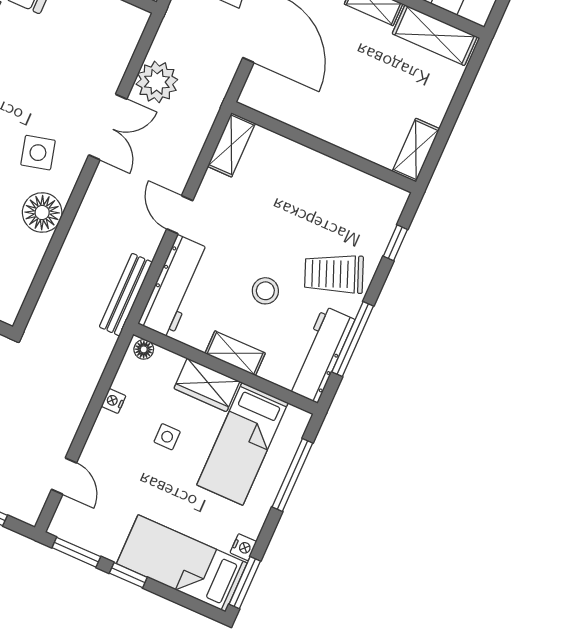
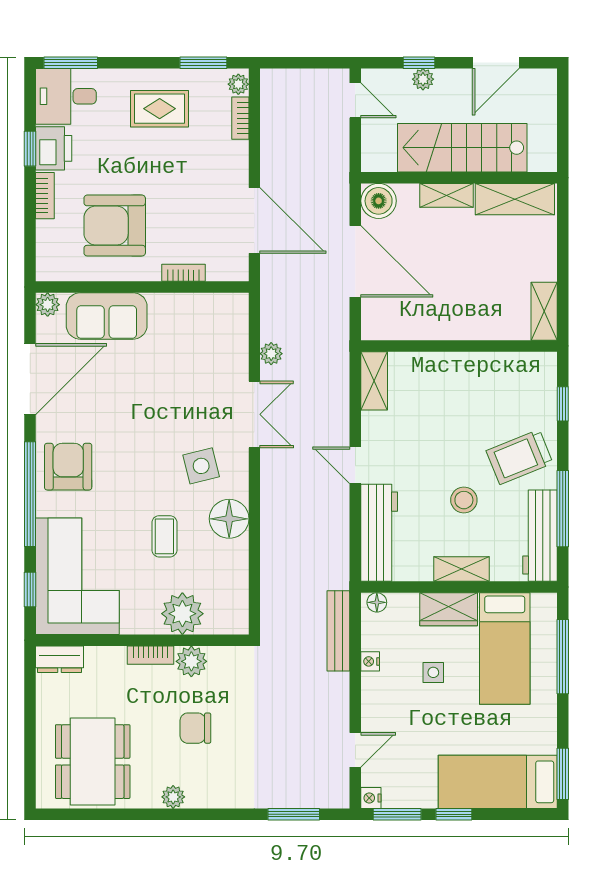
plant: (157, 82) -> (271, 354), width x0.53, depth x0.53
bench: (126, 295) -> (338, 631), moved
door: (64, 476) -> (355, 750), hinge flipped
nightstand: (243, 547) -> (371, 798), moved, turned 180

